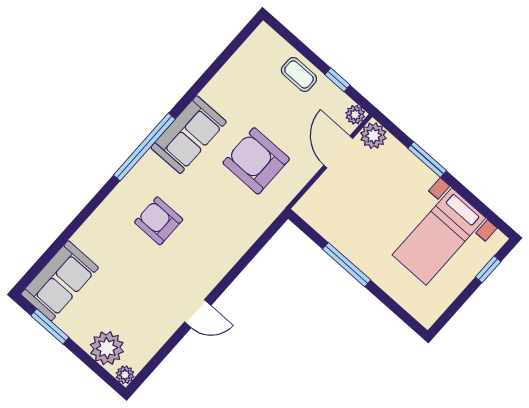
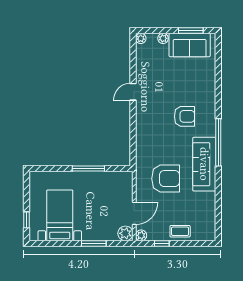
sofa: (189, 135) -> (204, 164), width x1.36
door: (338, 152) -> (134, 213), hinge flipped
sofa: (60, 281) -> (190, 45), moved, turned -90
plant: (107, 348) -> (163, 38), width x0.53, depth x0.53

